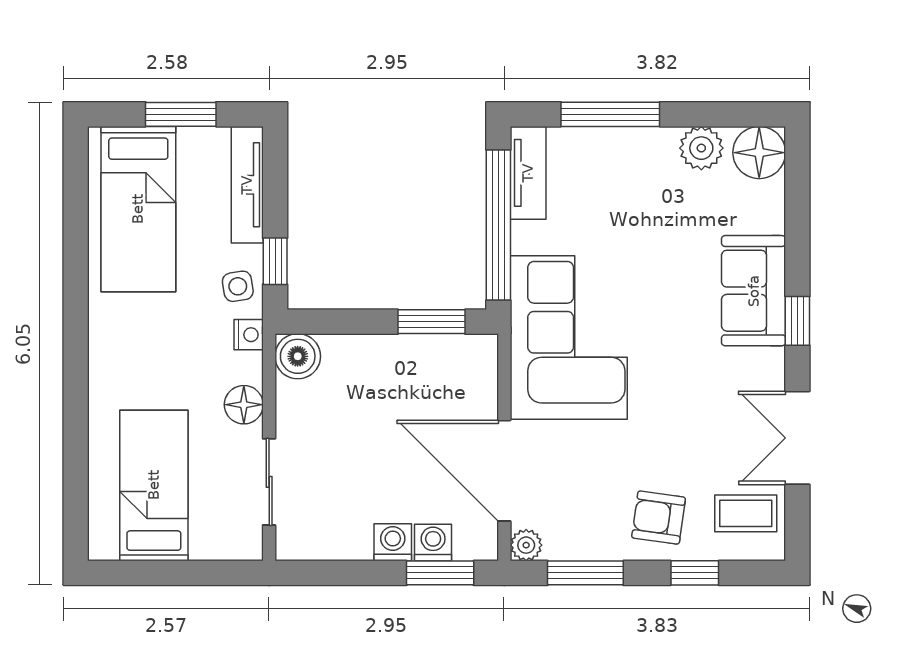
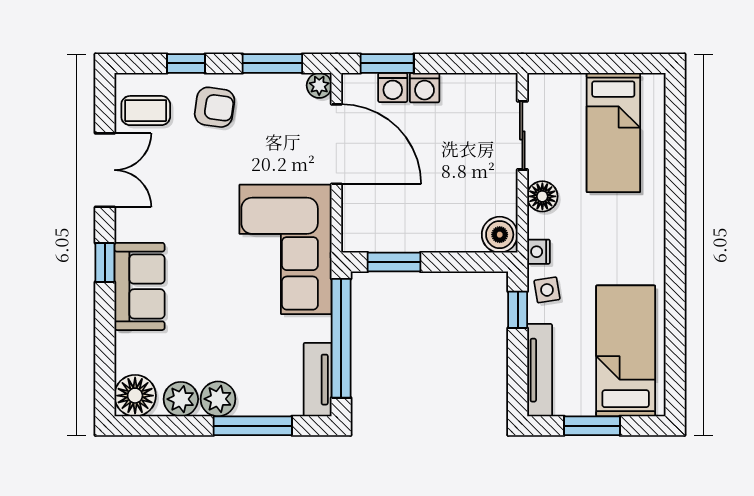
plant: (654, 148) -> (218, 399), added

